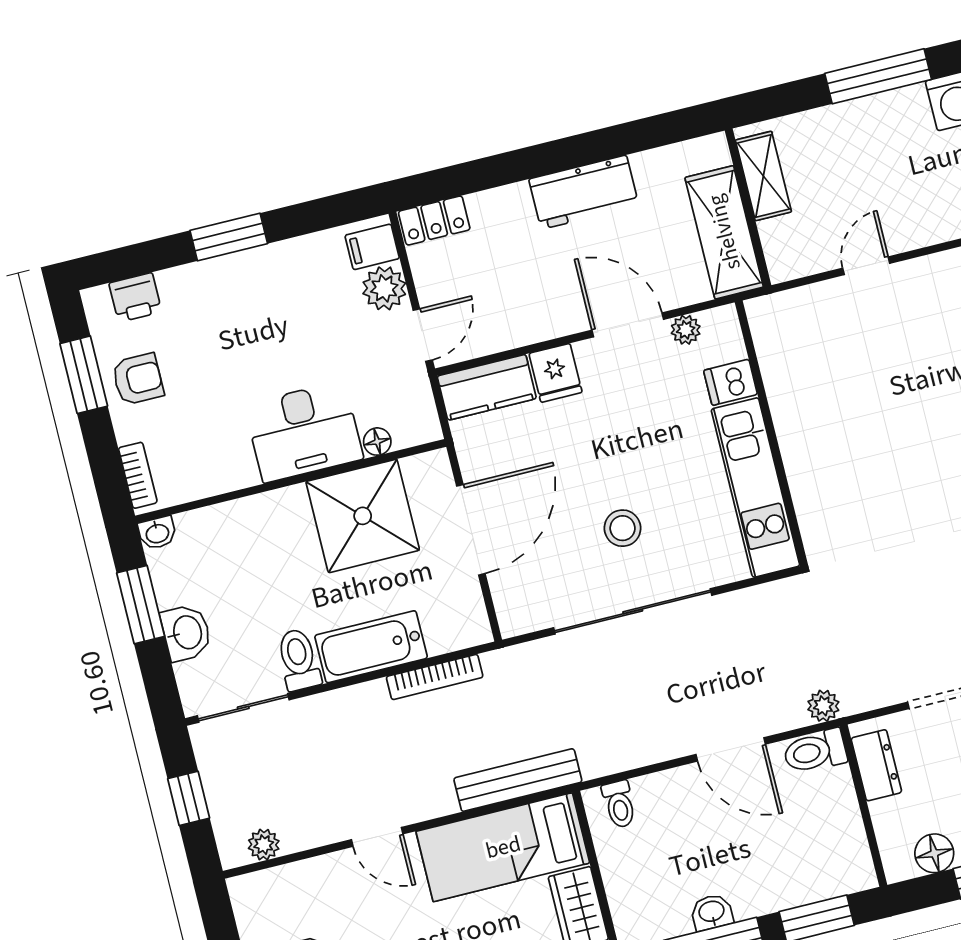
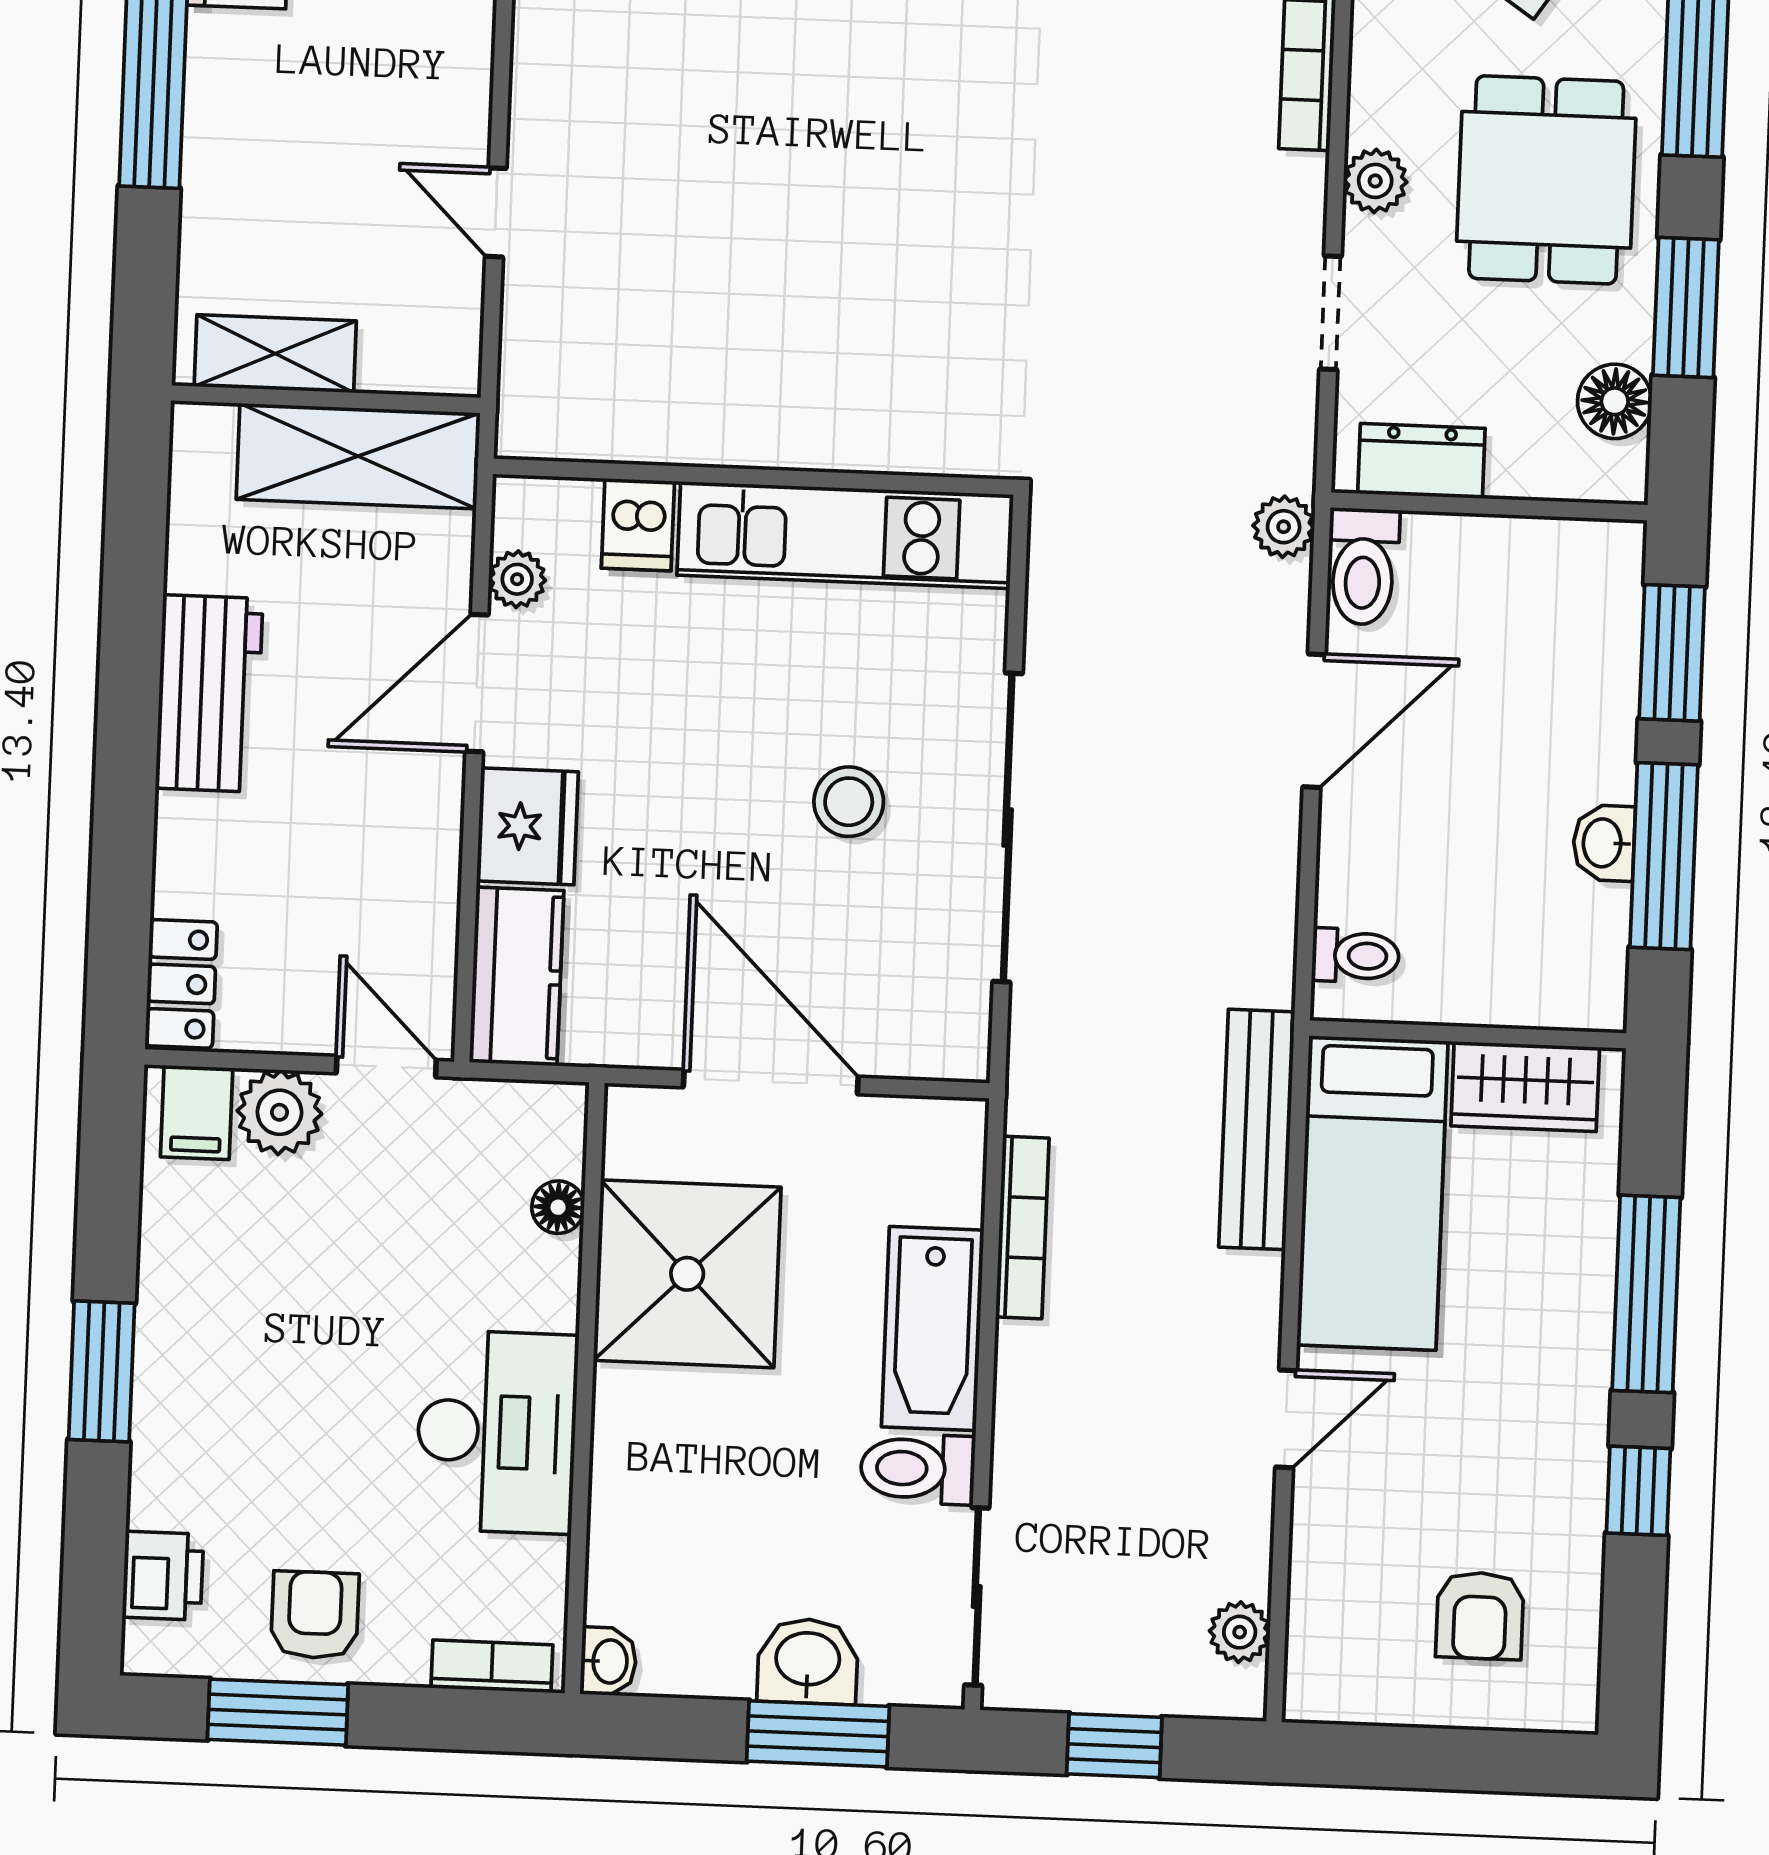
fridge: (555, 373) -> (527, 826), width x1.38
desk: (304, 432) -> (497, 1432), moved
window: (141, 605) -> (818, 1734), moved

